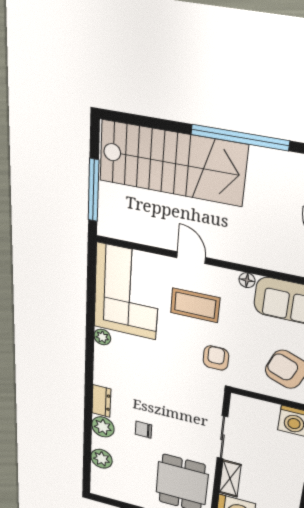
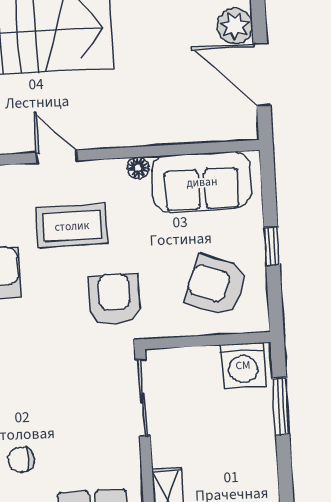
armchair: (216, 358) -> (114, 299), width x1.38, depth x1.38
sliding door: (222, 437) -> (143, 398), moved

